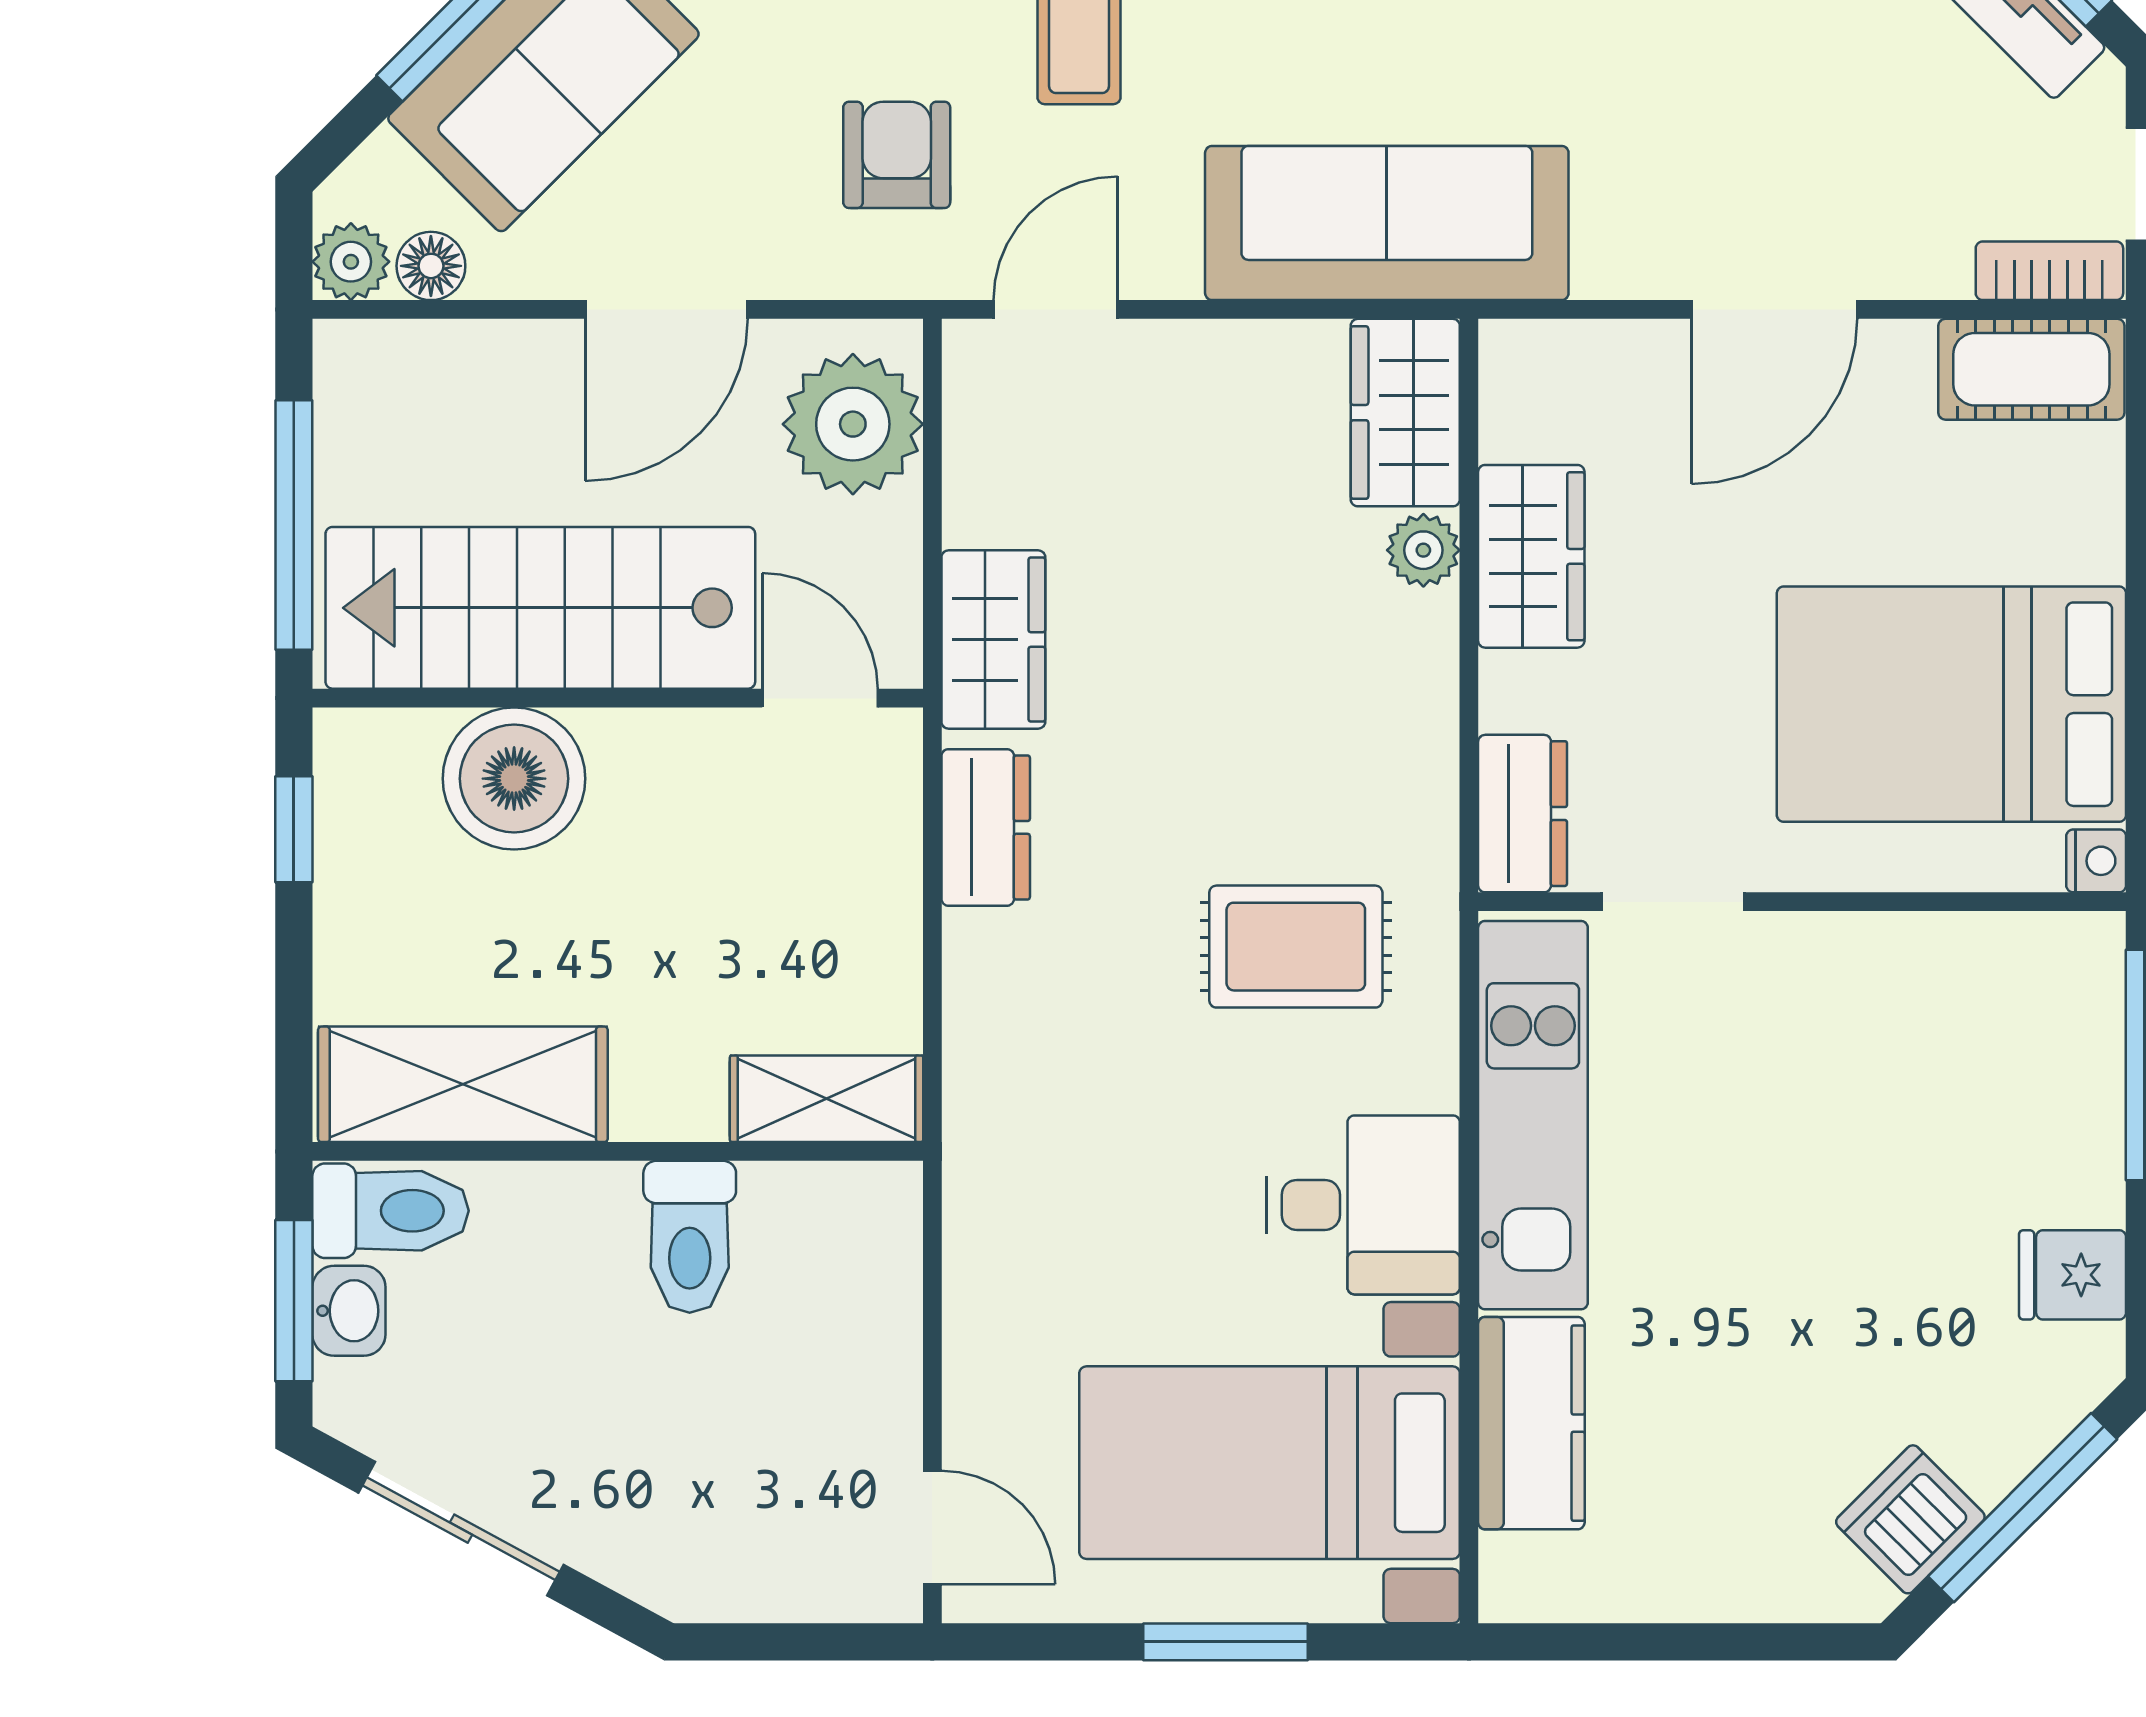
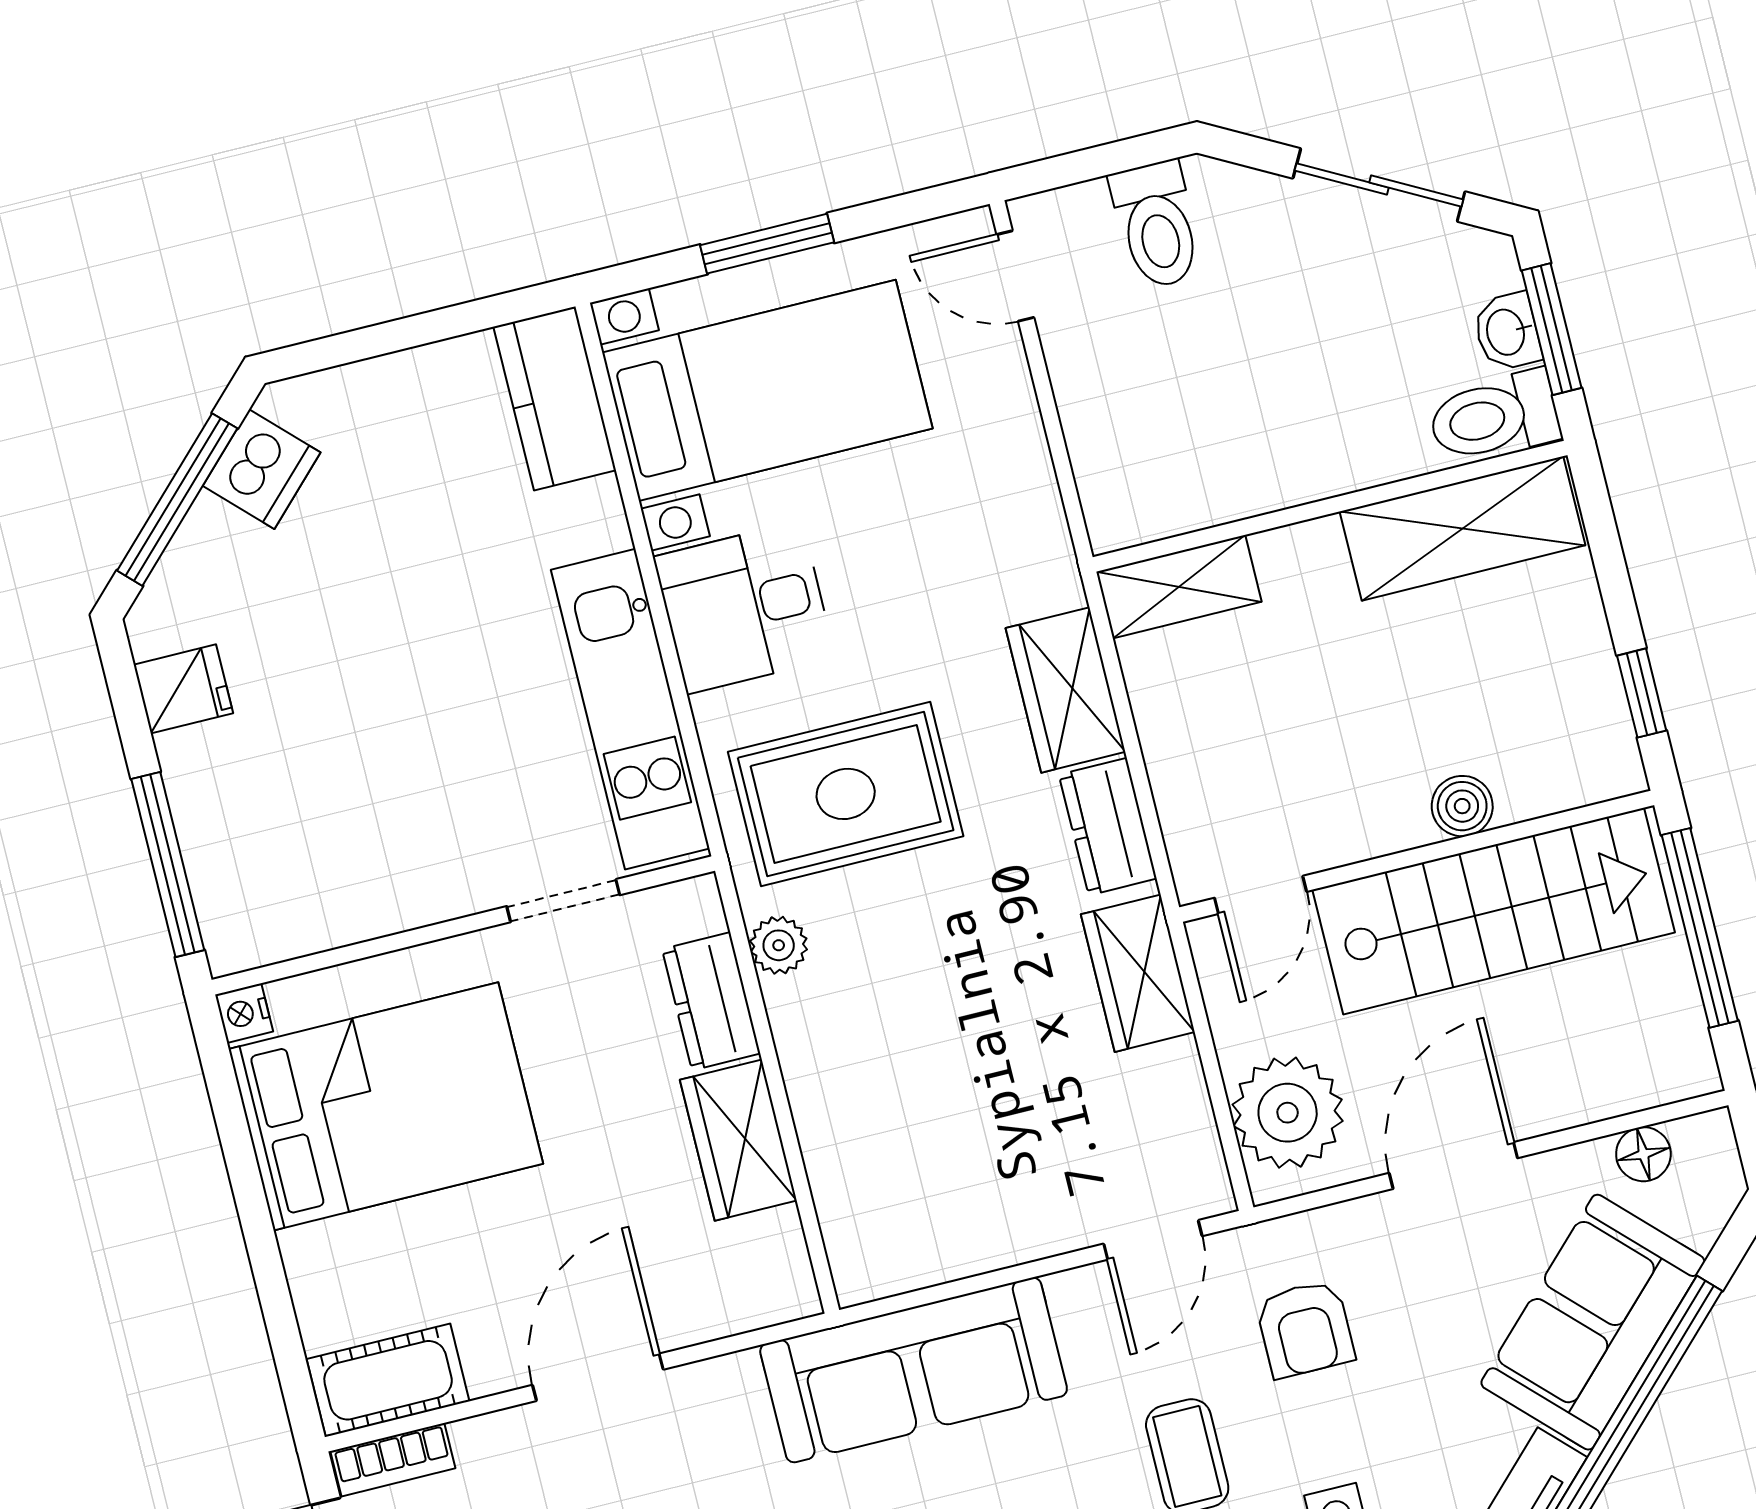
plant: (351, 262) -> (1706, 1142), removed
wardrobe: (1405, 413) -> (1066, 690), moved, turned 180
plant: (1423, 550) -> (779, 945), moved
door: (820, 698) -> (1261, 895), hinge flipped
boiler: (514, 779) -> (1462, 806), width x0.54, depth x0.54
dresser: (1523, 814) -> (711, 1001), moved
rug: (1296, 947) -> (846, 794), width x1.36, depth x1.43
toilet: (690, 1237) -> (1157, 225), moved, turned 180
kitchen counter: (1531, 1423) -> (555, 398), moved

